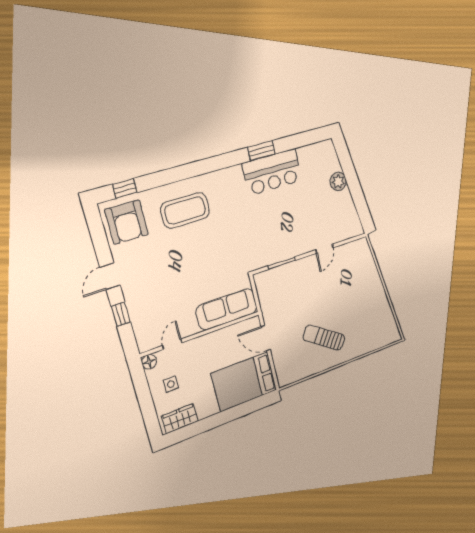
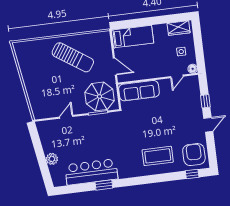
bar counter: (272, 172) -> (91, 172), width x1.36
parasol: (282, 288) -> (100, 96), added
sun lounger: (324, 338) -> (73, 57), width x1.36, depth x1.34
bed: (244, 382) -> (132, 37), width x0.67

